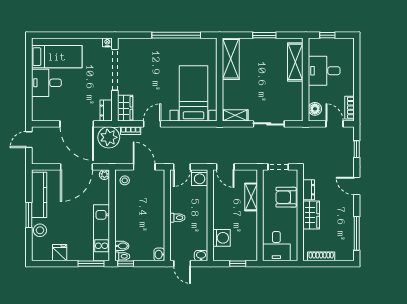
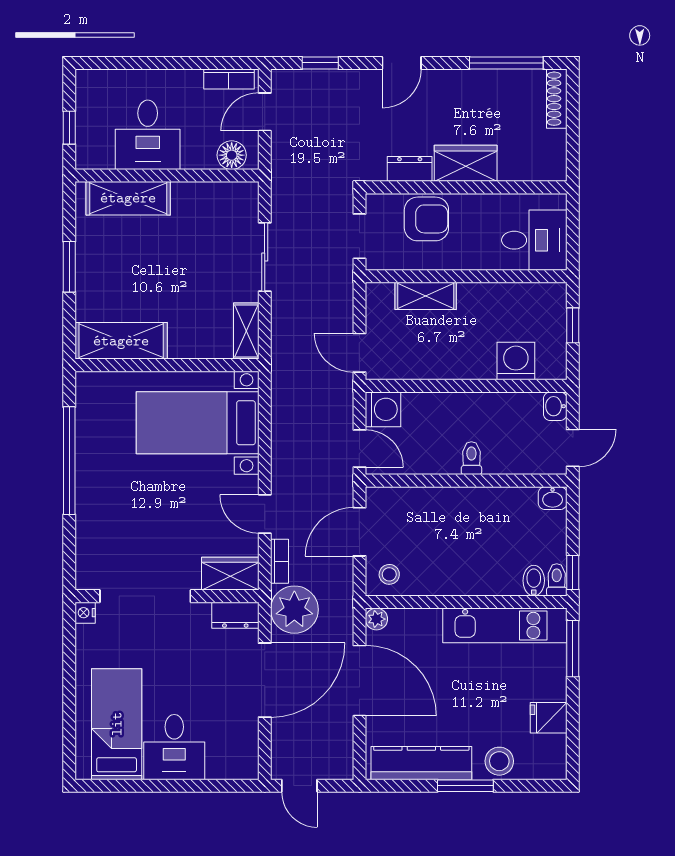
door: (225, 167) -> (359, 353), swing flipped
armchair: (286, 197) -> (426, 219), turned -90
shoe rack: (321, 256) -> (557, 99), moved

